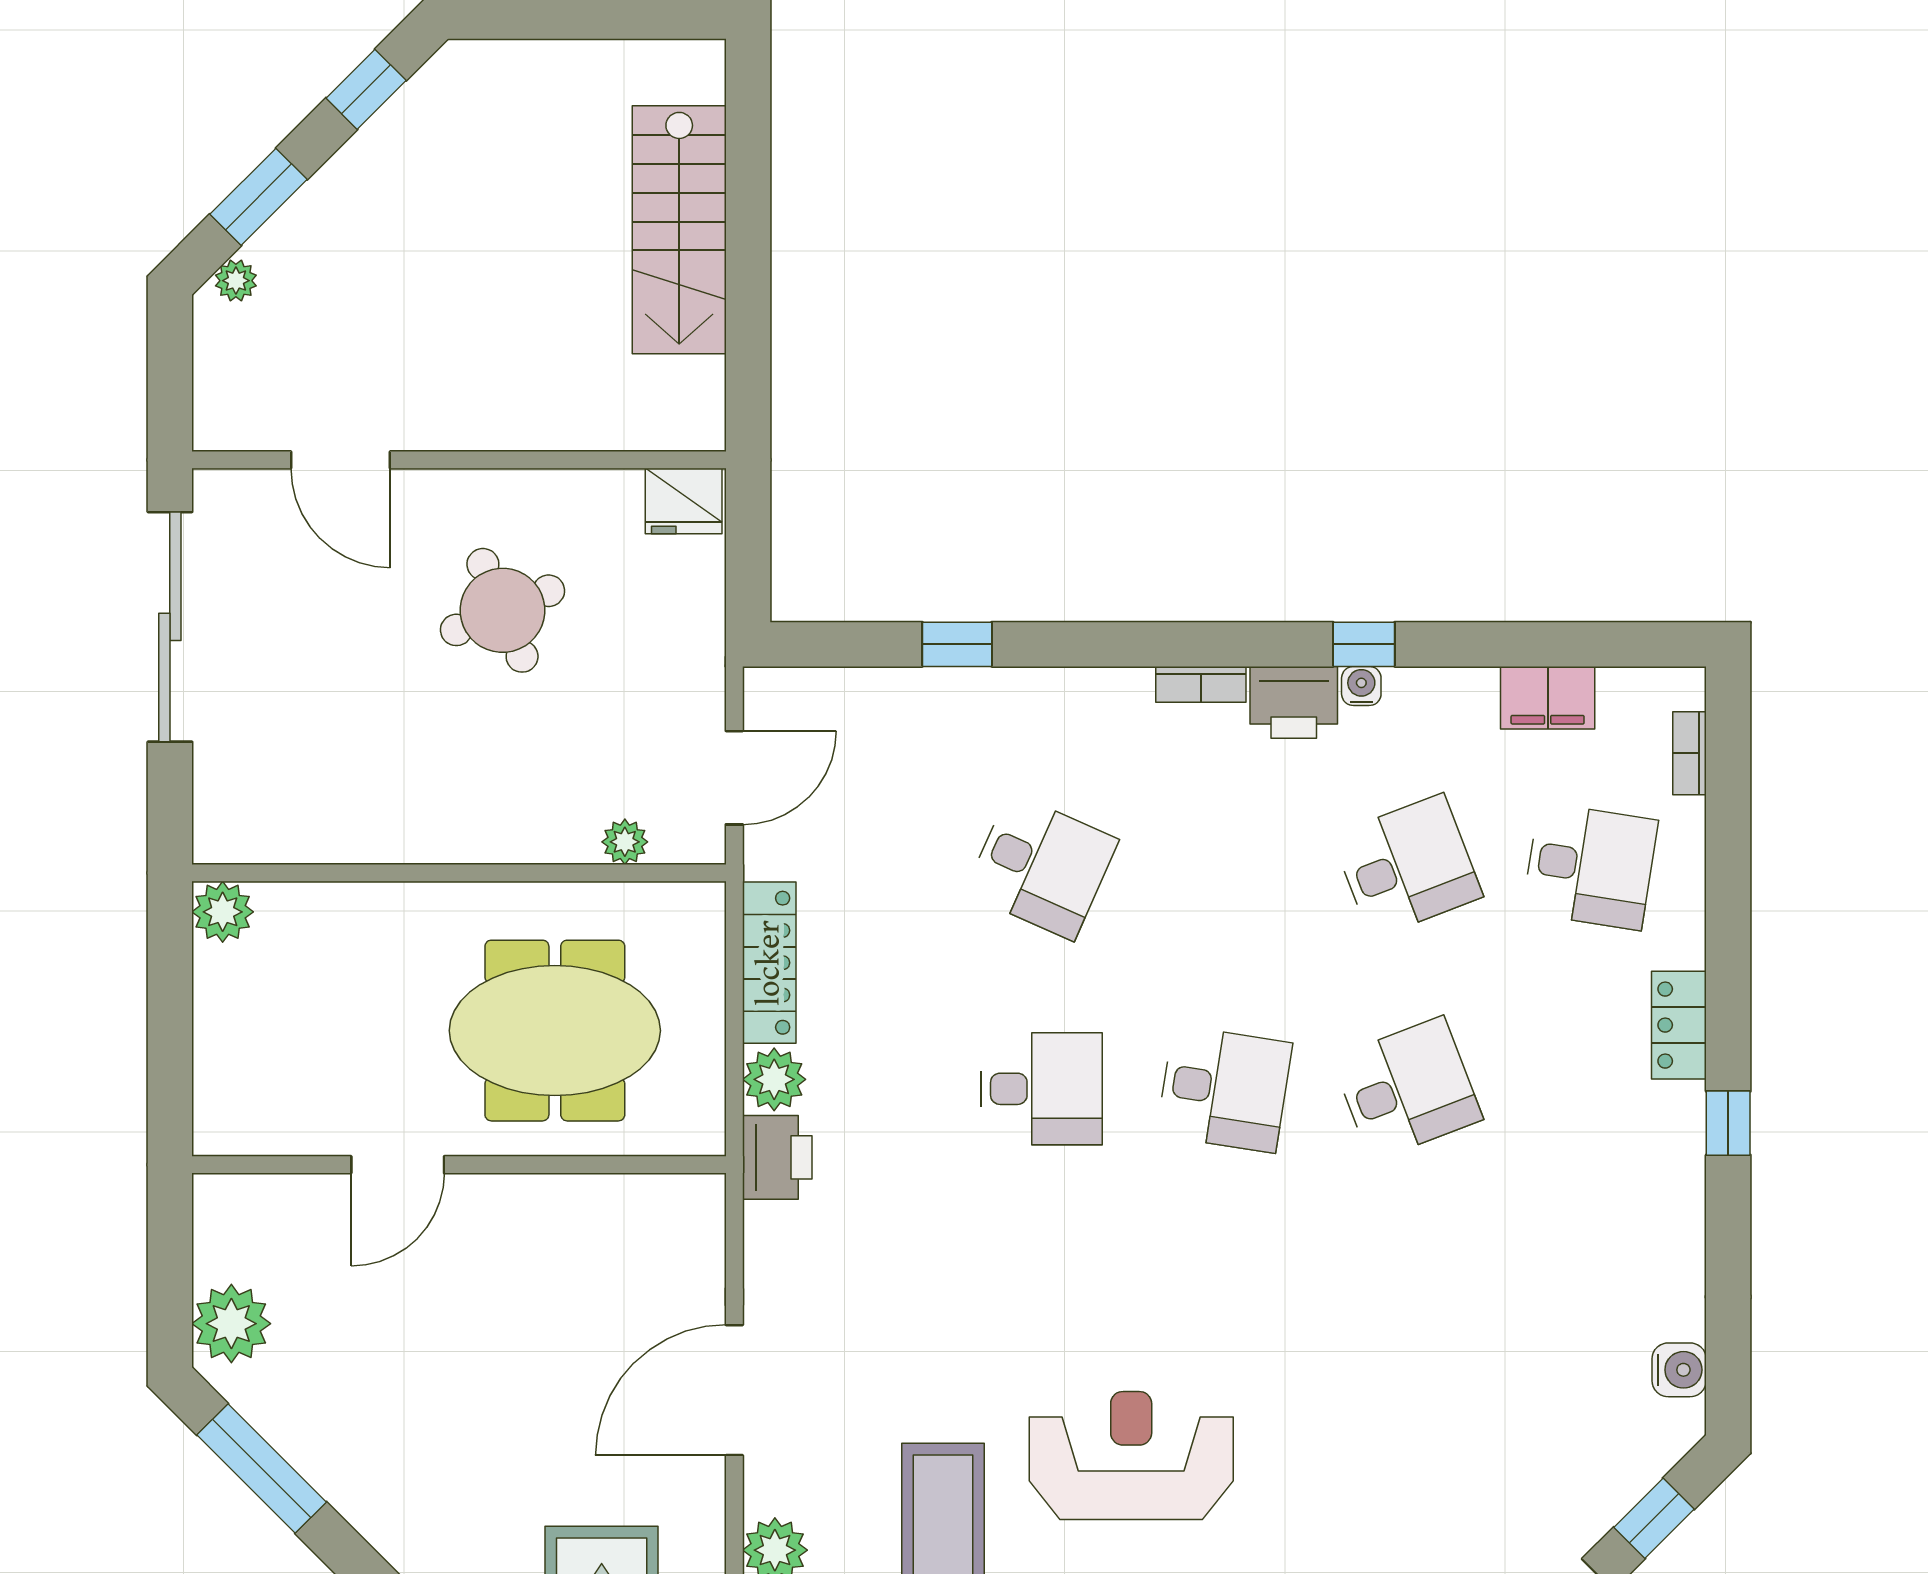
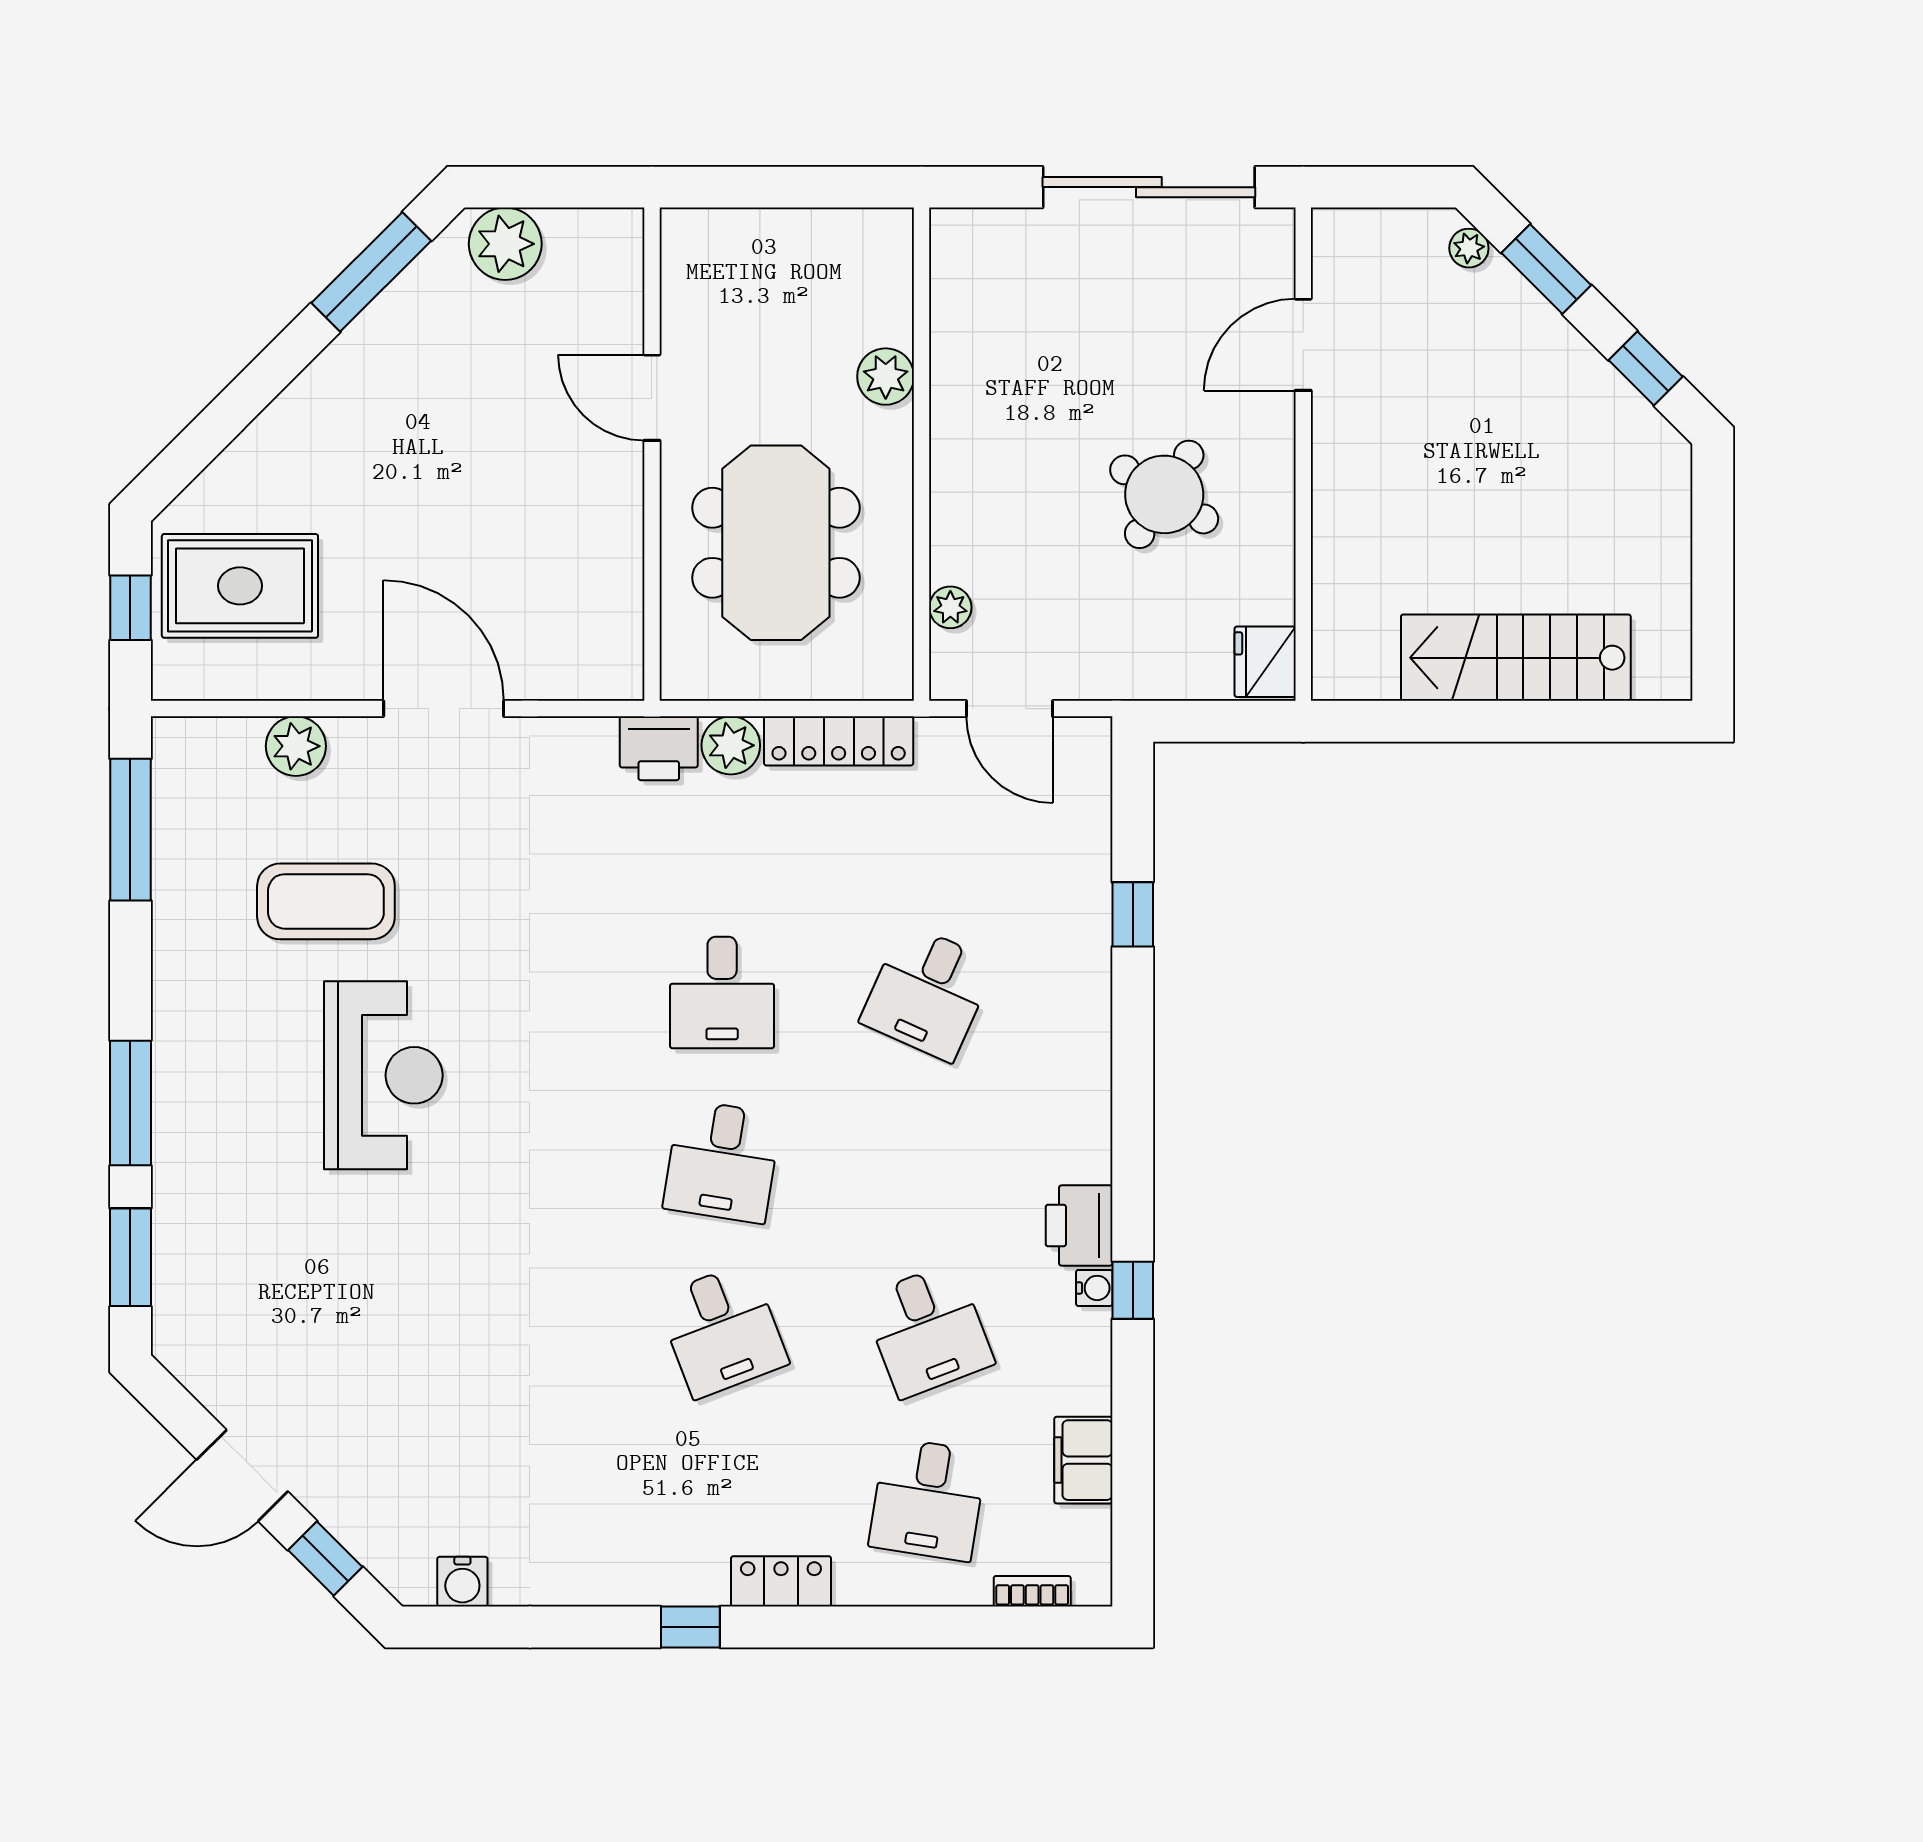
round table: (502, 610) -> (1164, 494), turned -35
bookcase: (1201, 684) -> (1096, 1140), removed
plant: (223, 912) -> (886, 377), moved

